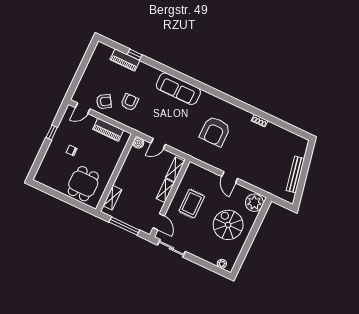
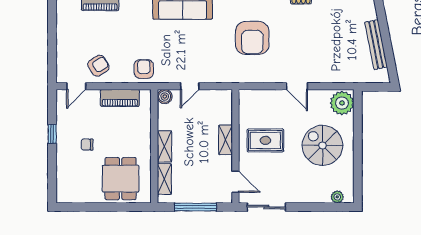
armchair: (130, 102) -> (144, 69), moved
shelving: (175, 169) -> (165, 146), moved
rug: (192, 204) -> (265, 140), turned 90

